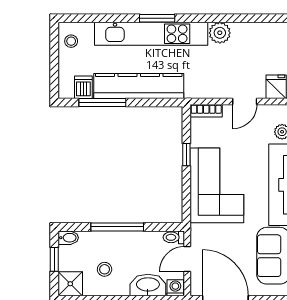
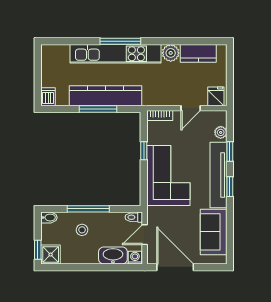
window: (157, 18) -> (120, 41), width x1.44
kitchen counter: (254, 33) -> (198, 53), added
stool: (71, 41) -> (51, 60), removed
dishwasher: (83, 87) -> (48, 97), moved
window: (102, 103) -> (98, 109), moved
window: (54, 259) -> (38, 250), moved
stool: (105, 269) -> (82, 230), moved

